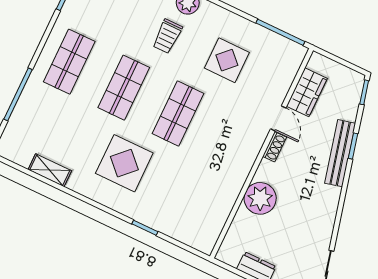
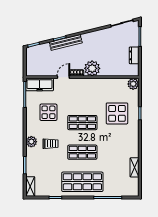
shop shelf: (69, 62) -> (82, 182), width x1.43, depth x1.36
freezer: (286, 68) -> (40, 85), added
wardrobe: (307, 92) -> (46, 70), removed
display table: (124, 163) -> (117, 113), moved
plant: (260, 198) -> (92, 68), moved
plant: (205, 241) -> (133, 84), added

